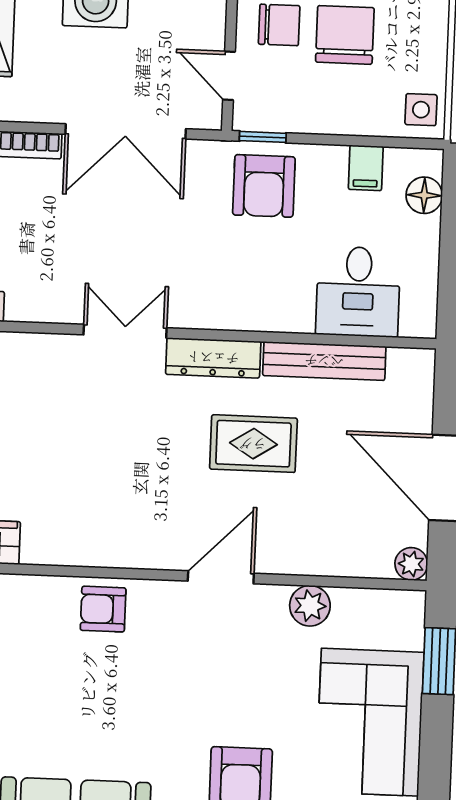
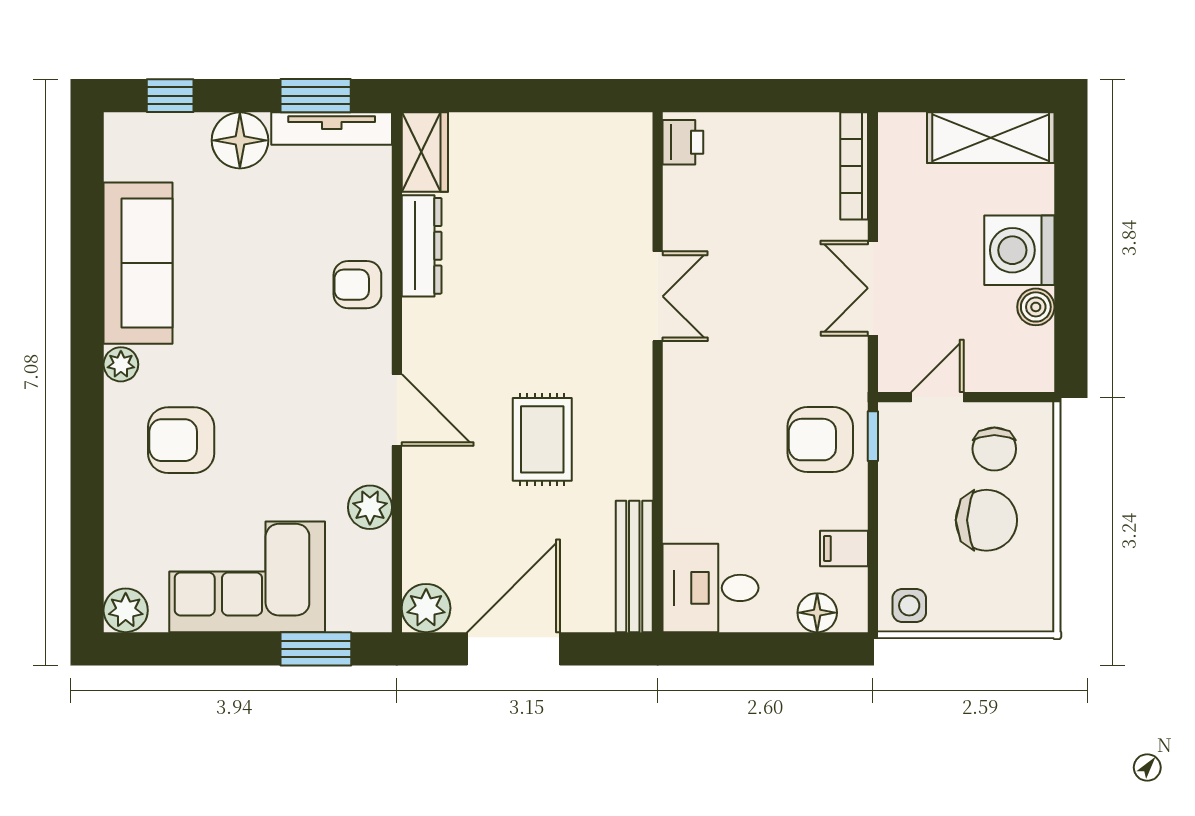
double door: (126, 131) -> (873, 288), width x0.73
desk: (358, 292) -> (710, 588), moved
dresser: (213, 358) -> (422, 246), moved, turned 180
bench: (324, 361) -> (634, 566), moved
plant: (411, 564) -> (426, 608), width x1.38, depth x1.38
armchair: (103, 609) -> (357, 285), turned -90

